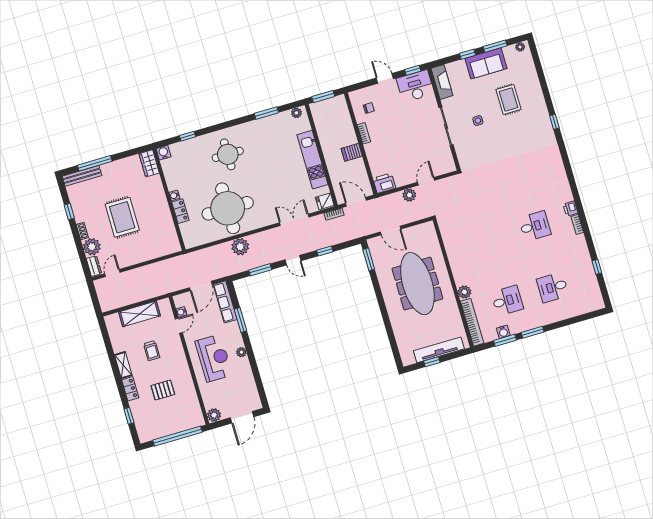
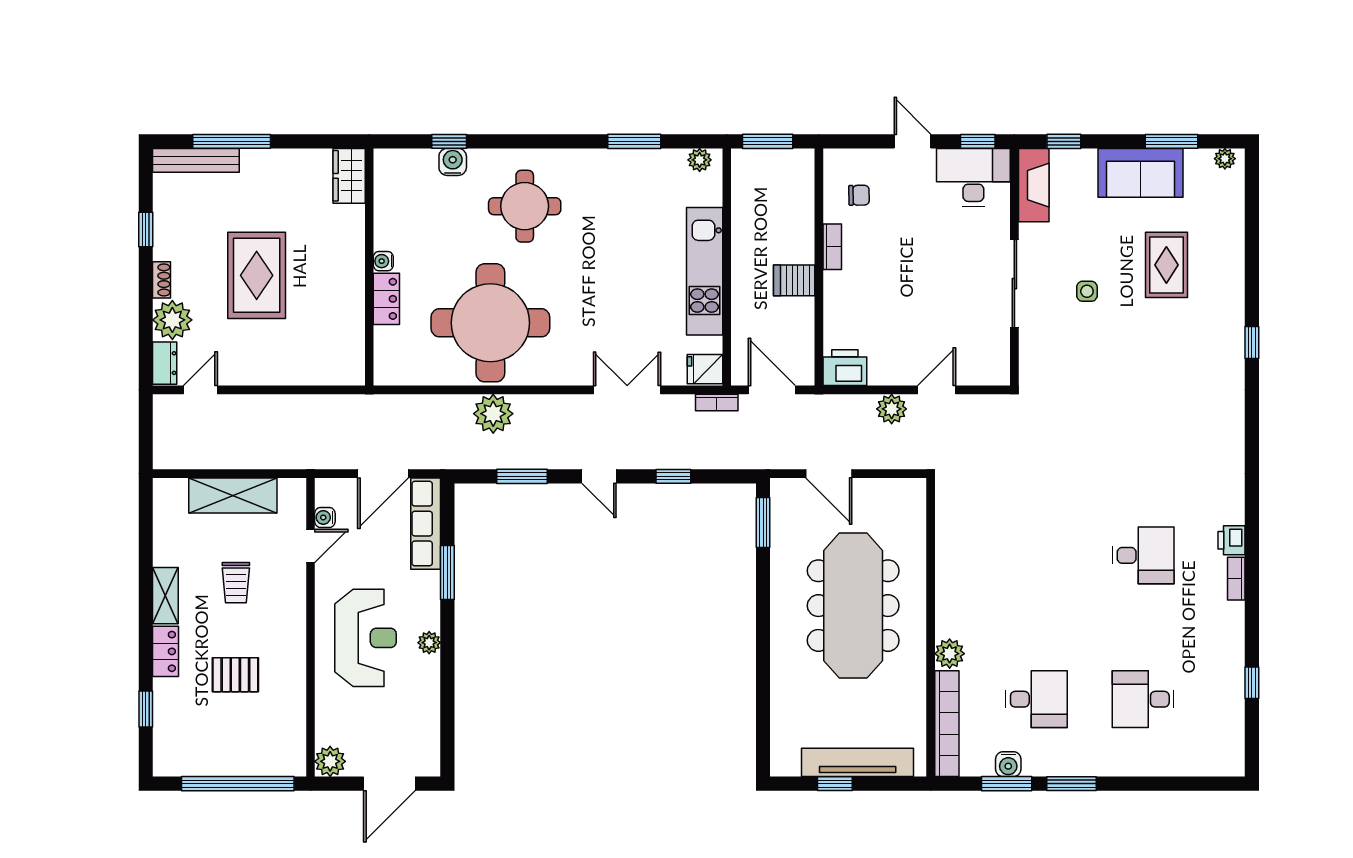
window: (468, 54) -> (1064, 141), moved
water cooler: (164, 153) -> (453, 162), moved

